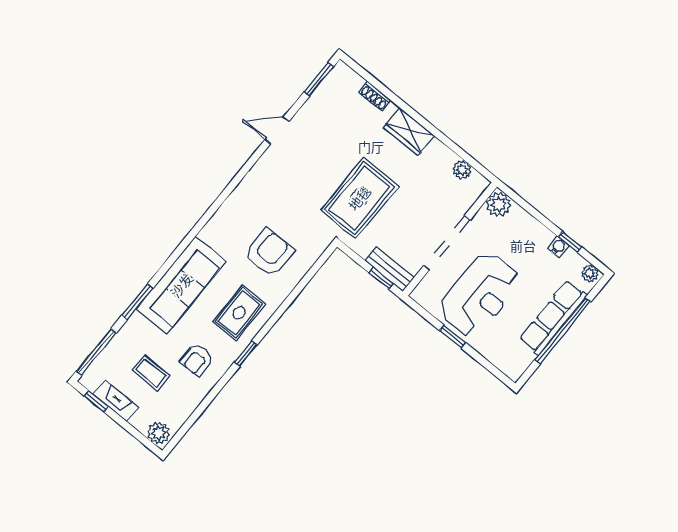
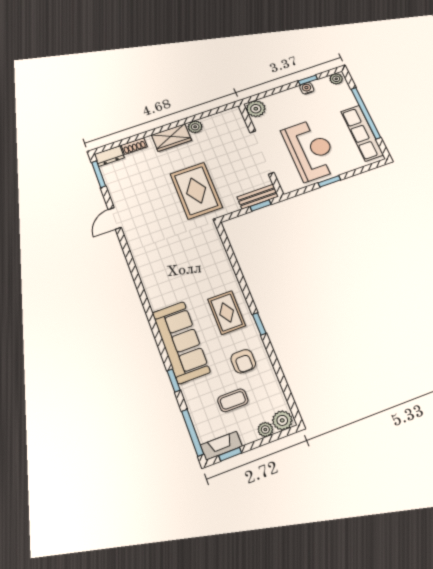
dresser: (347, 77) -> (109, 156), added
plant: (462, 170) -> (195, 127), moved
armchair: (269, 253) -> (196, 269), removed
window: (137, 302) -> (174, 381), width x0.67
row of seats: (553, 317) -> (362, 133), moved
fireplace: (116, 401) -> (221, 446), moved
plant: (140, 422) -> (265, 430), added

